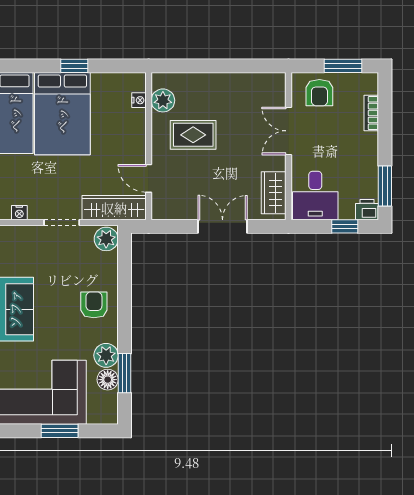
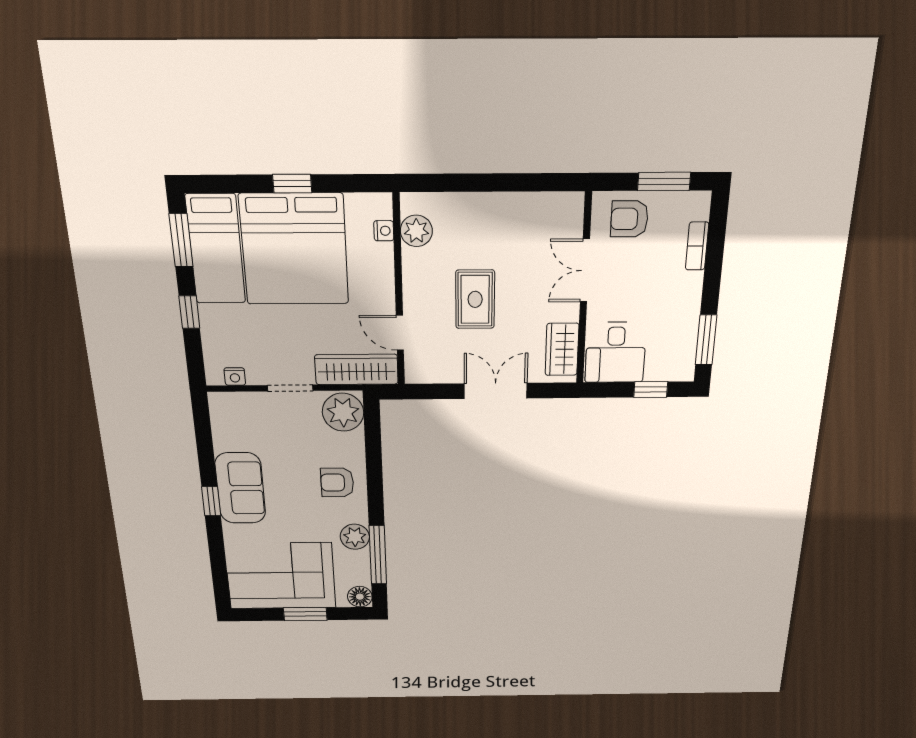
armchair: (319, 93) -> (629, 219), turned 90
bed: (62, 114) -> (294, 249), width x1.36
rug: (193, 135) -> (475, 299), moved, turned 90
printer: (367, 210) -> (681, 369), removed
plant: (106, 239) -> (343, 412), width x1.36, depth x1.36
armchair: (94, 305) -> (337, 482), turned -90
window: (125, 373) -> (378, 555), width x1.44
floor lamp: (108, 380) -> (360, 597), moved

